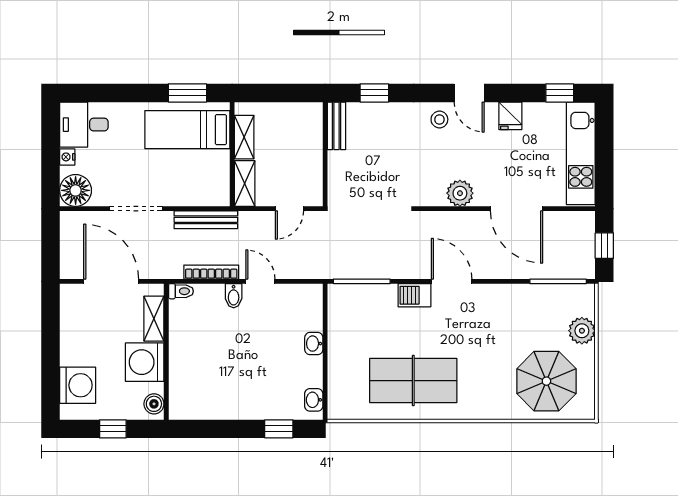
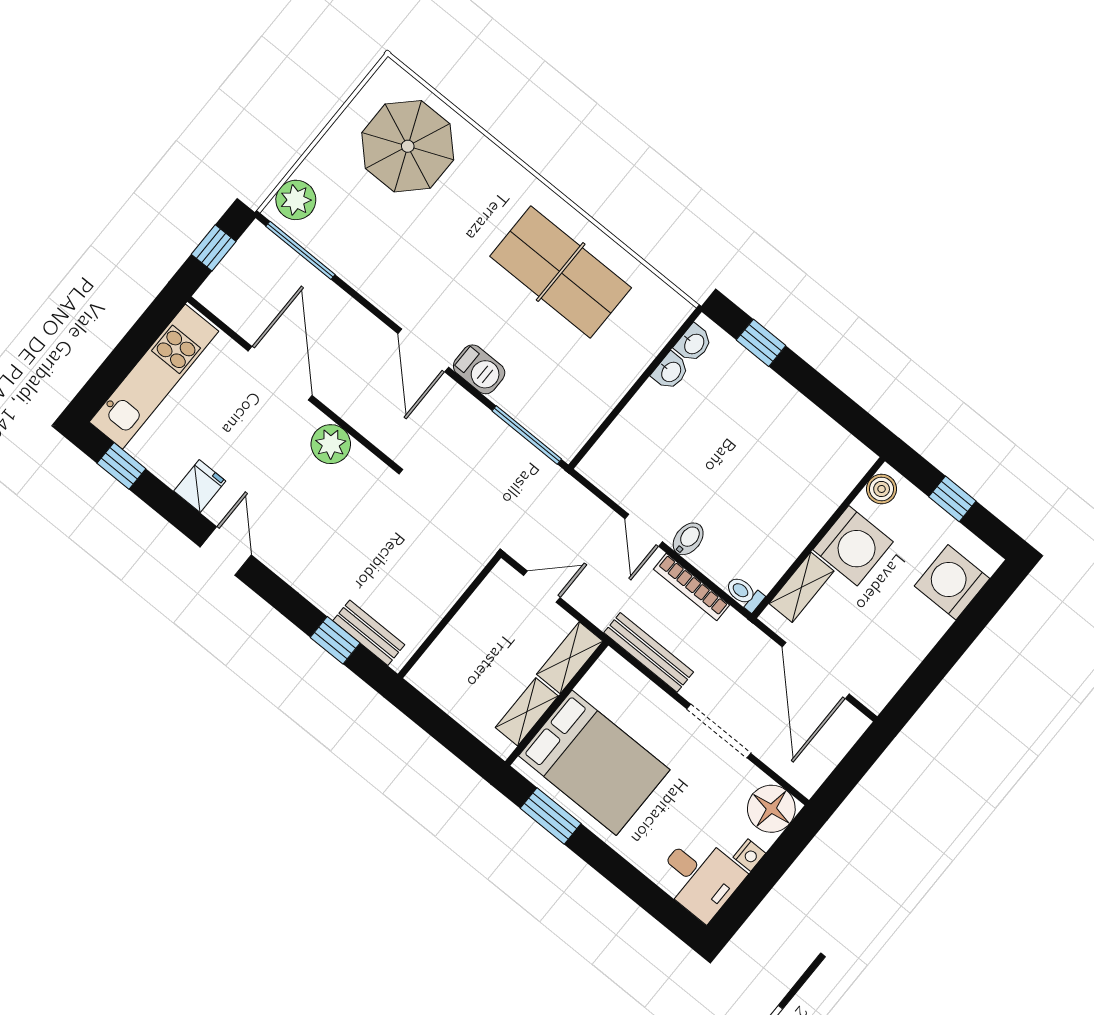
stool: (439, 119) -> (285, 548), removed
bench: (337, 126) -> (369, 633), moved, turned 90
bed: (187, 130) -> (594, 763), width x1.50
plant: (582, 331) -> (296, 200), moved
washbasin: (314, 344) -> (671, 371), moved

